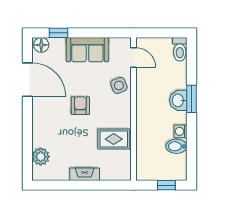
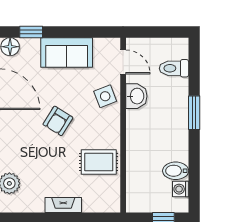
toilet: (180, 49) -> (174, 68), moved, turned 90
washbasin: (178, 100) -> (136, 96), moved, turned 180
armchair: (80, 106) -> (58, 121), turned -148
washing machine: (181, 131) -> (181, 189), moved

